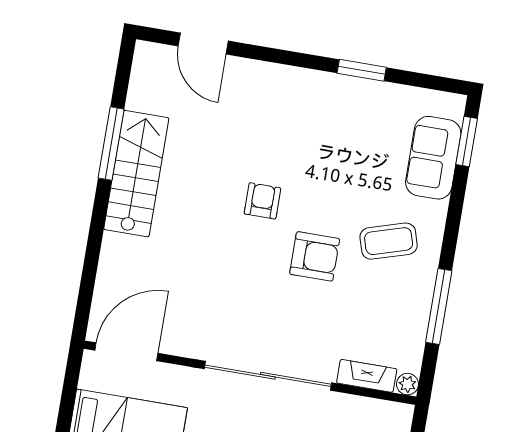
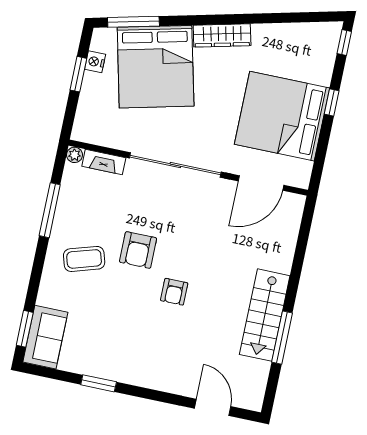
sofa: (433, 158) -> (45, 337), moved
armchair: (315, 256) -> (138, 250), turned -90
door: (126, 352) -> (261, 183), moved

